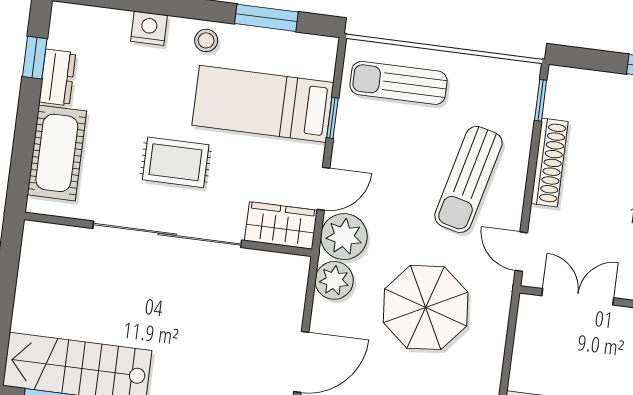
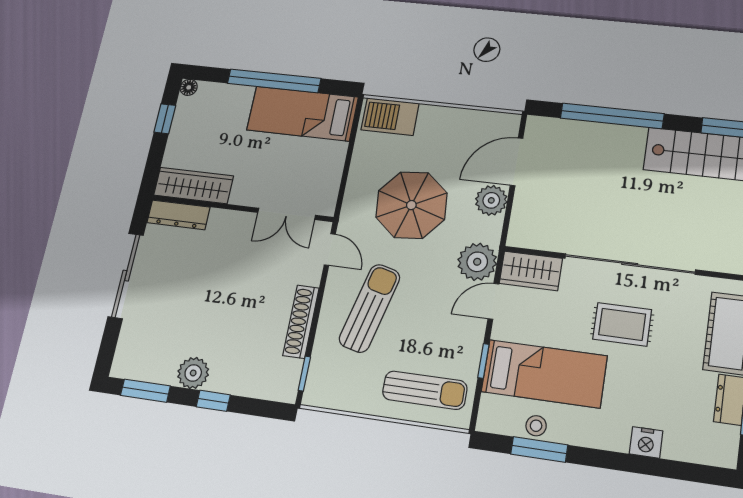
stool: (206, 40) -> (536, 426), moved
plant: (334, 280) -> (491, 200), moved

